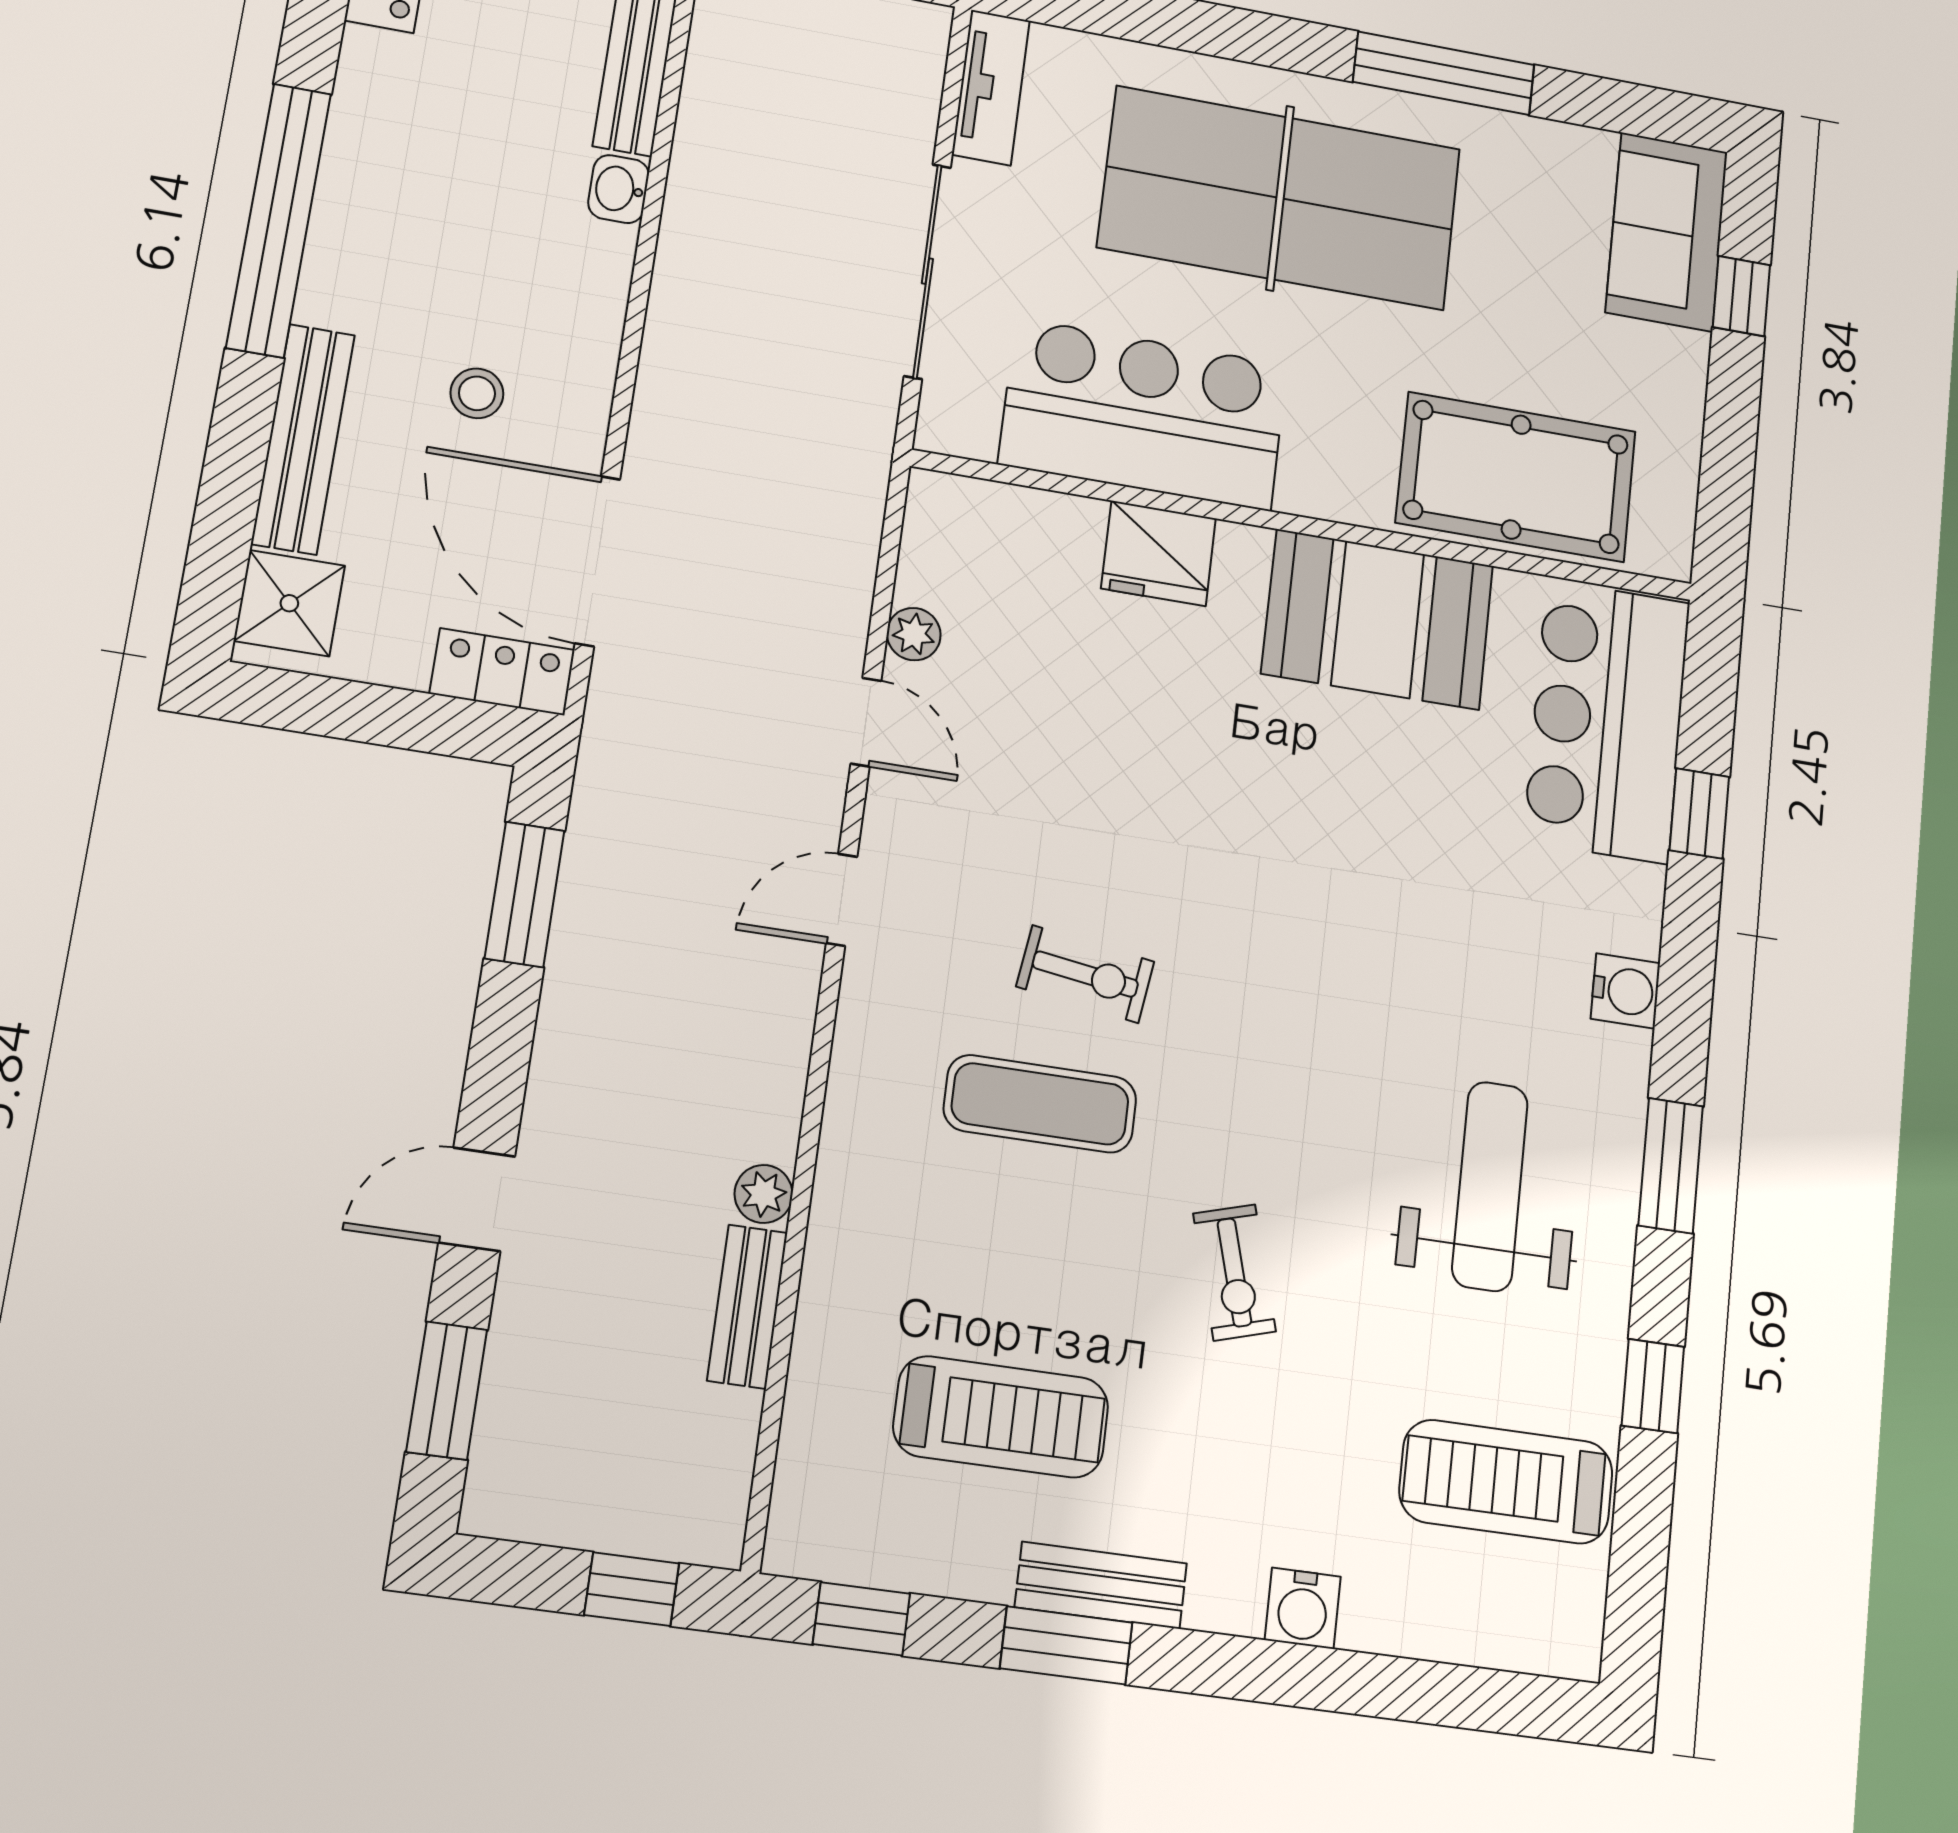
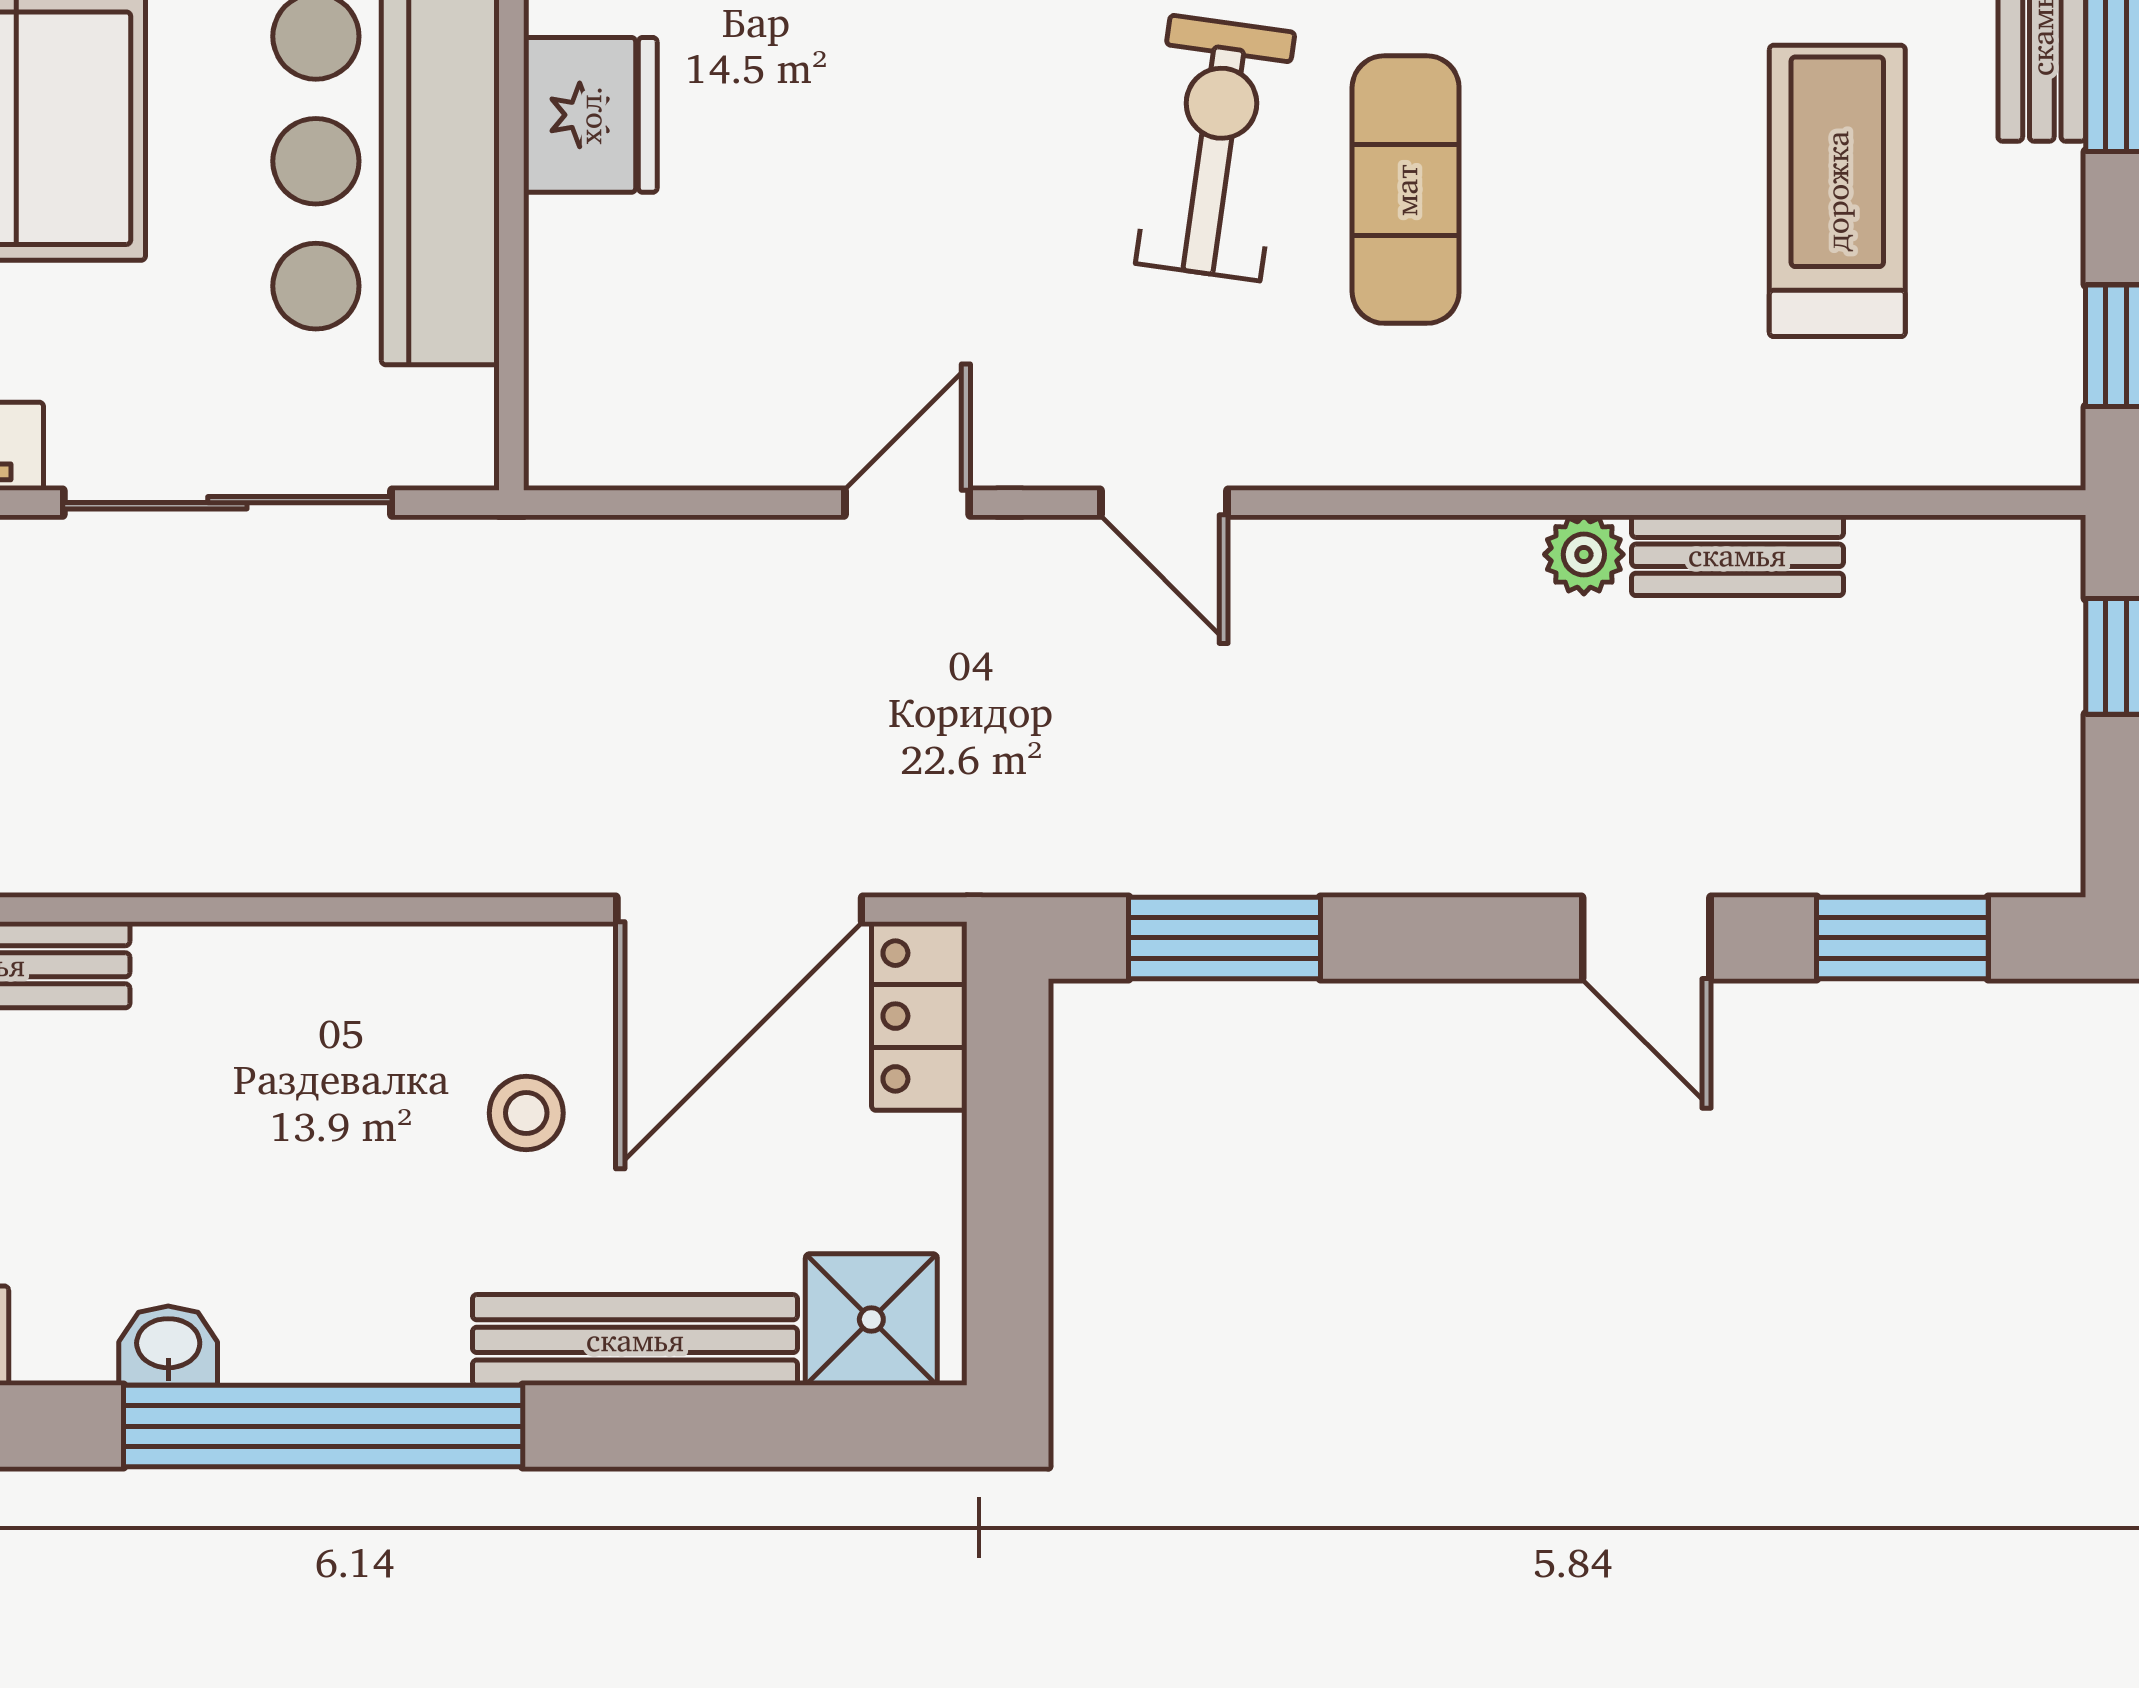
washbasin: (619, 189) -> (168, 1346), moved, turned 180
plant: (914, 634) -> (769, 452), removed
exercise bike: (1085, 974) -> (1215, 148), width x1.38, depth x1.39

